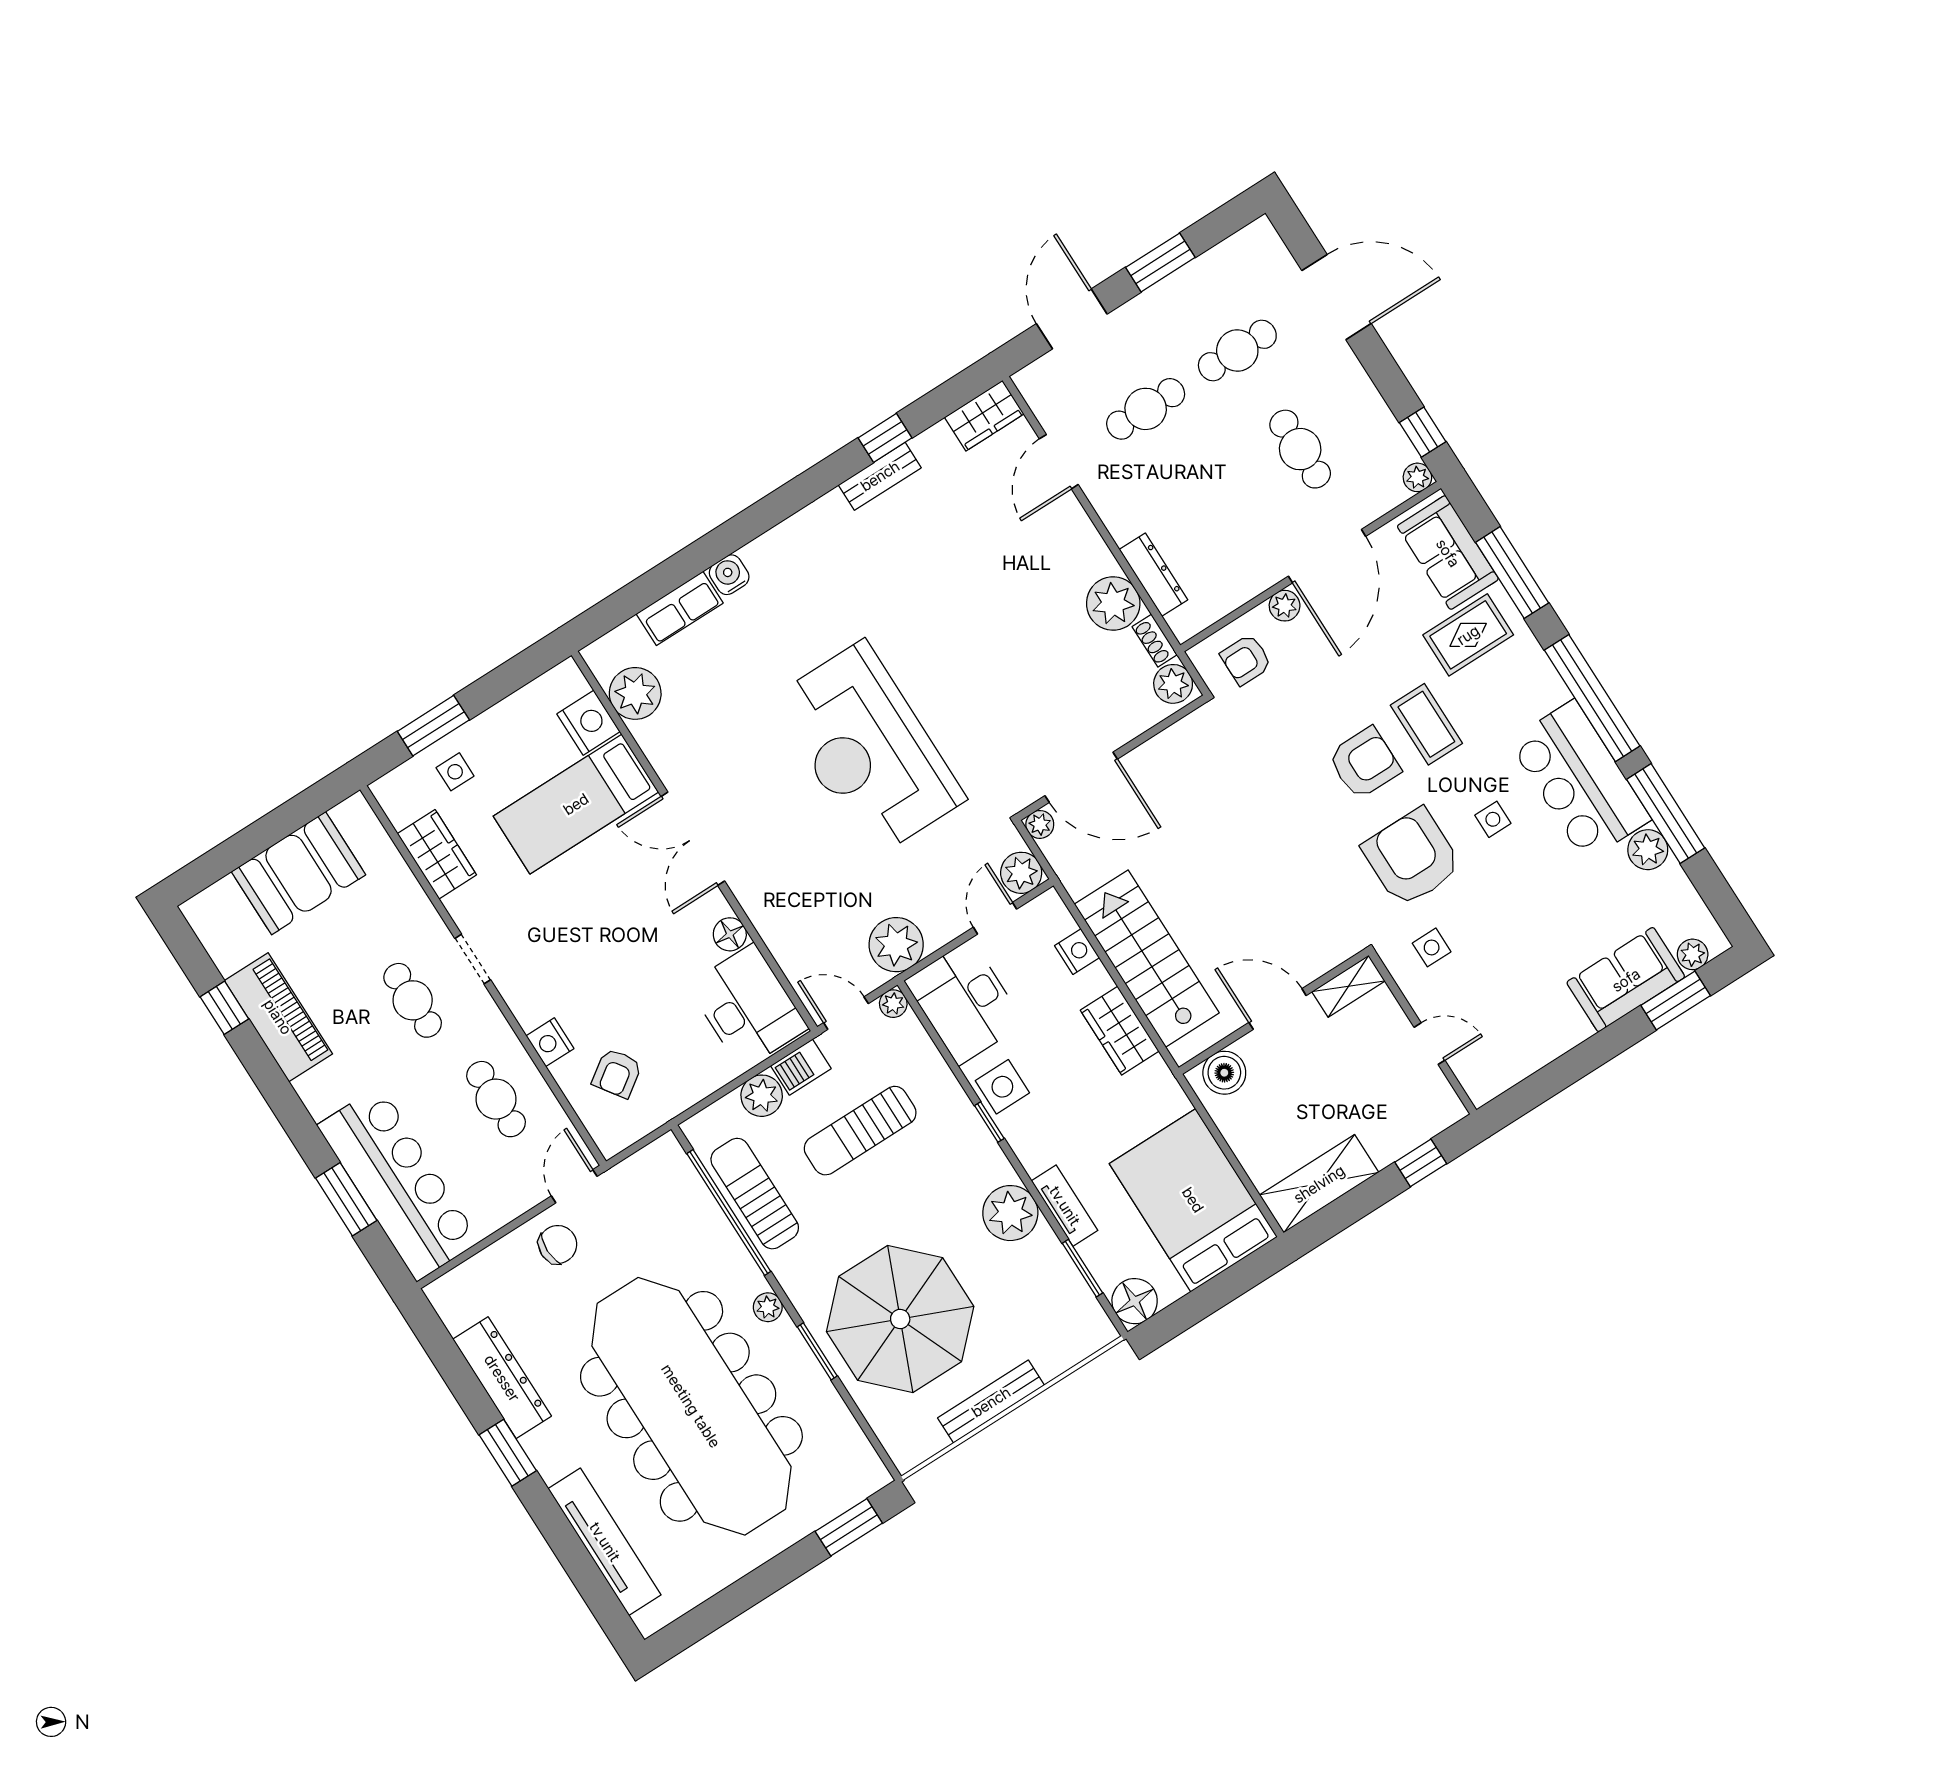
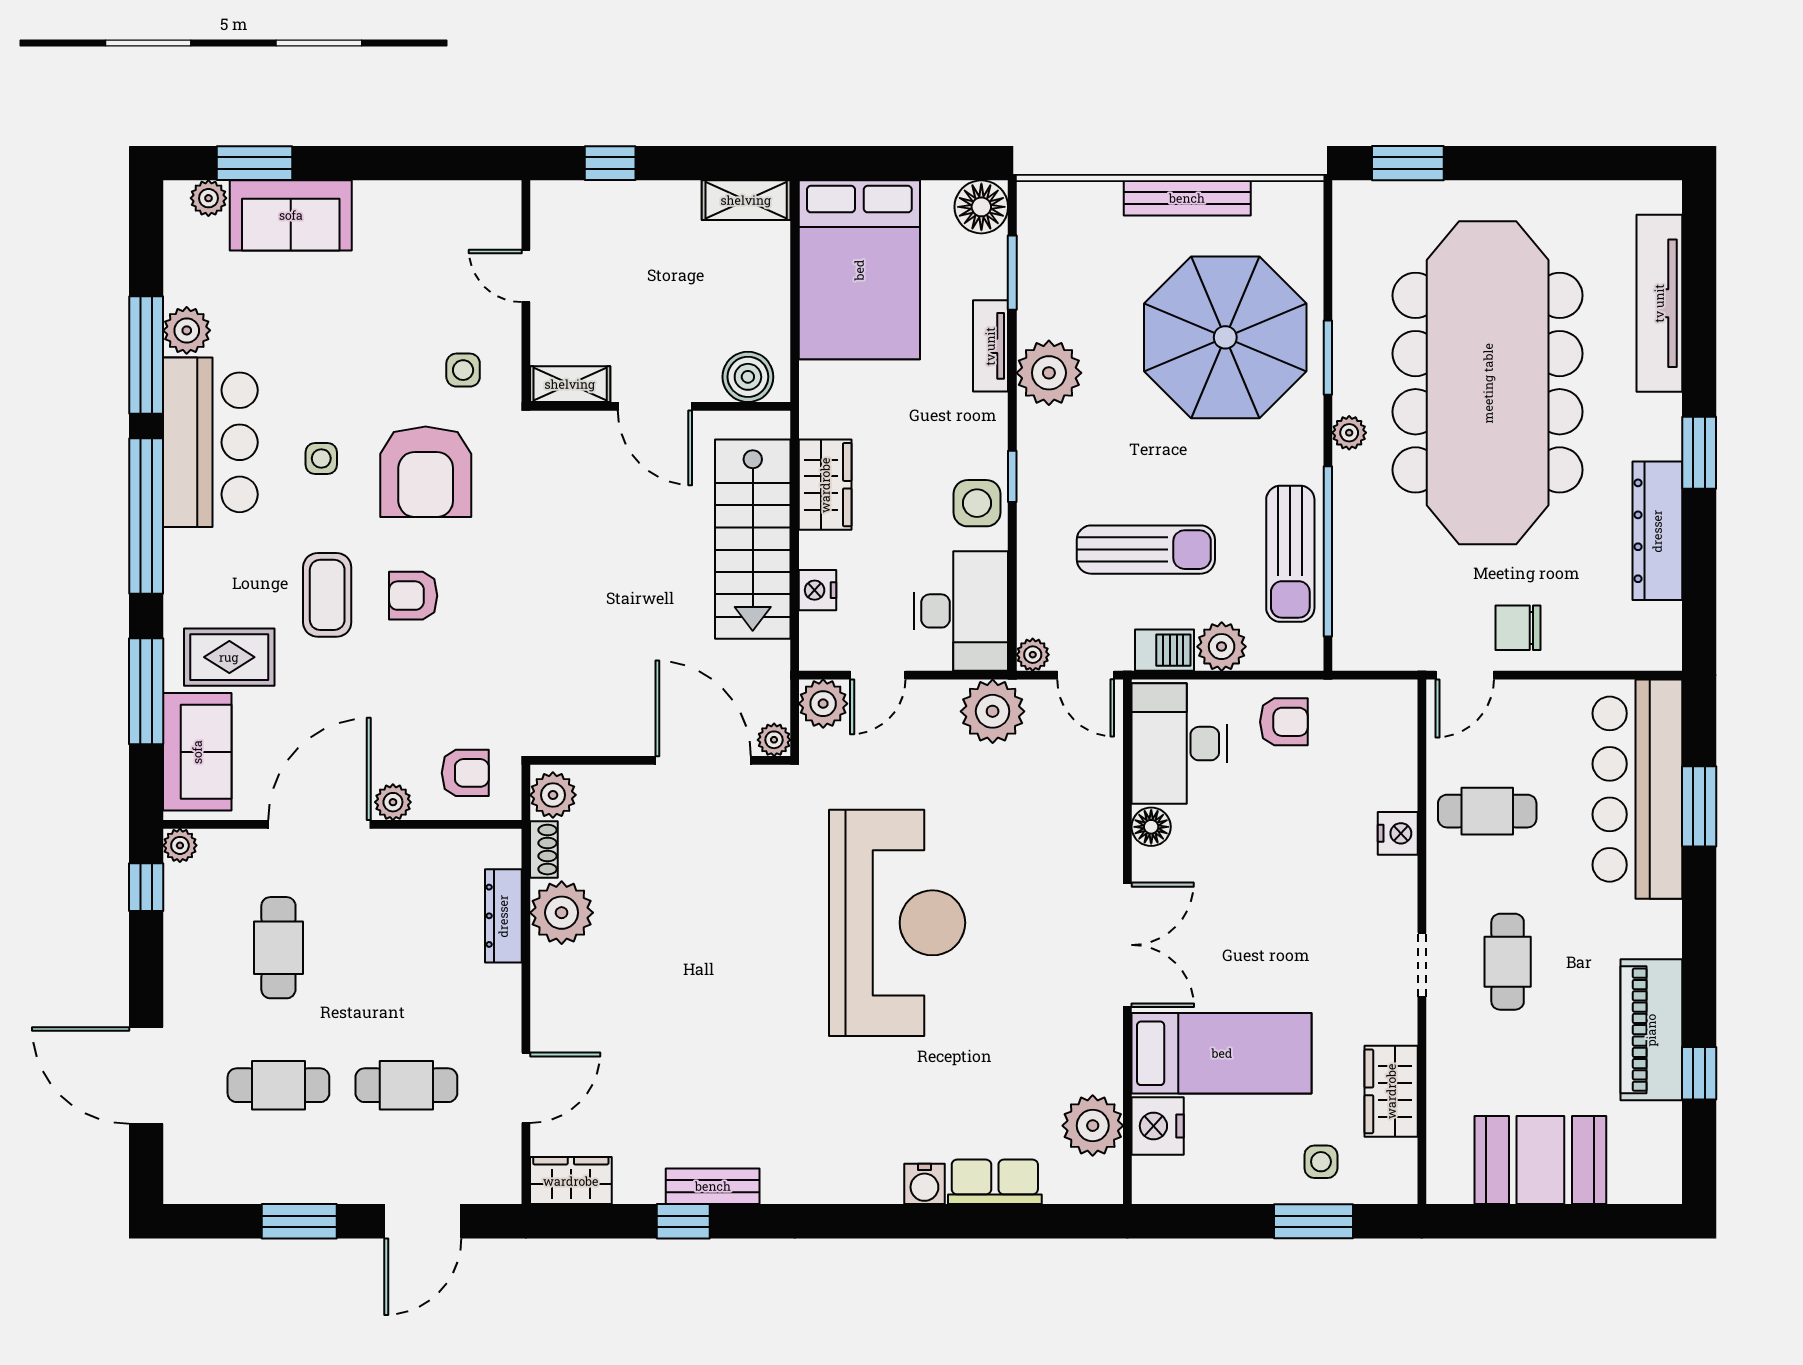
armchair: (1364, 763) -> (413, 596), width x0.72, depth x0.72
armchair: (617, 1073) -> (1284, 722), moved, turned 35
cafe table: (496, 1099) -> (1487, 811), turned 90
shelving: (1319, 1184) -> (746, 200), width x0.67, depth x0.75

